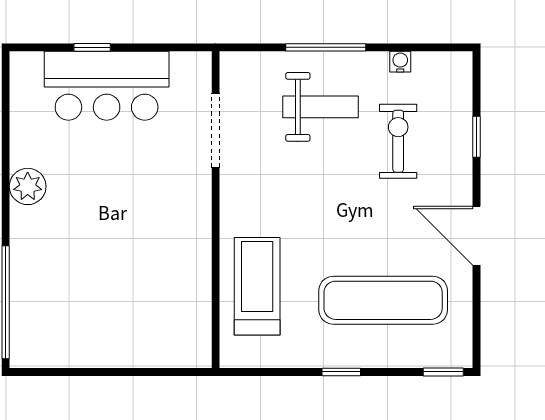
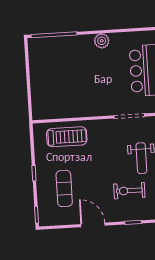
exercise bike: (398, 141) -> (129, 191), turned 180
door: (476, 236) -> (93, 225), hinge flipped
exercise mat: (383, 300) -> (64, 188), width x0.73, depth x0.69

